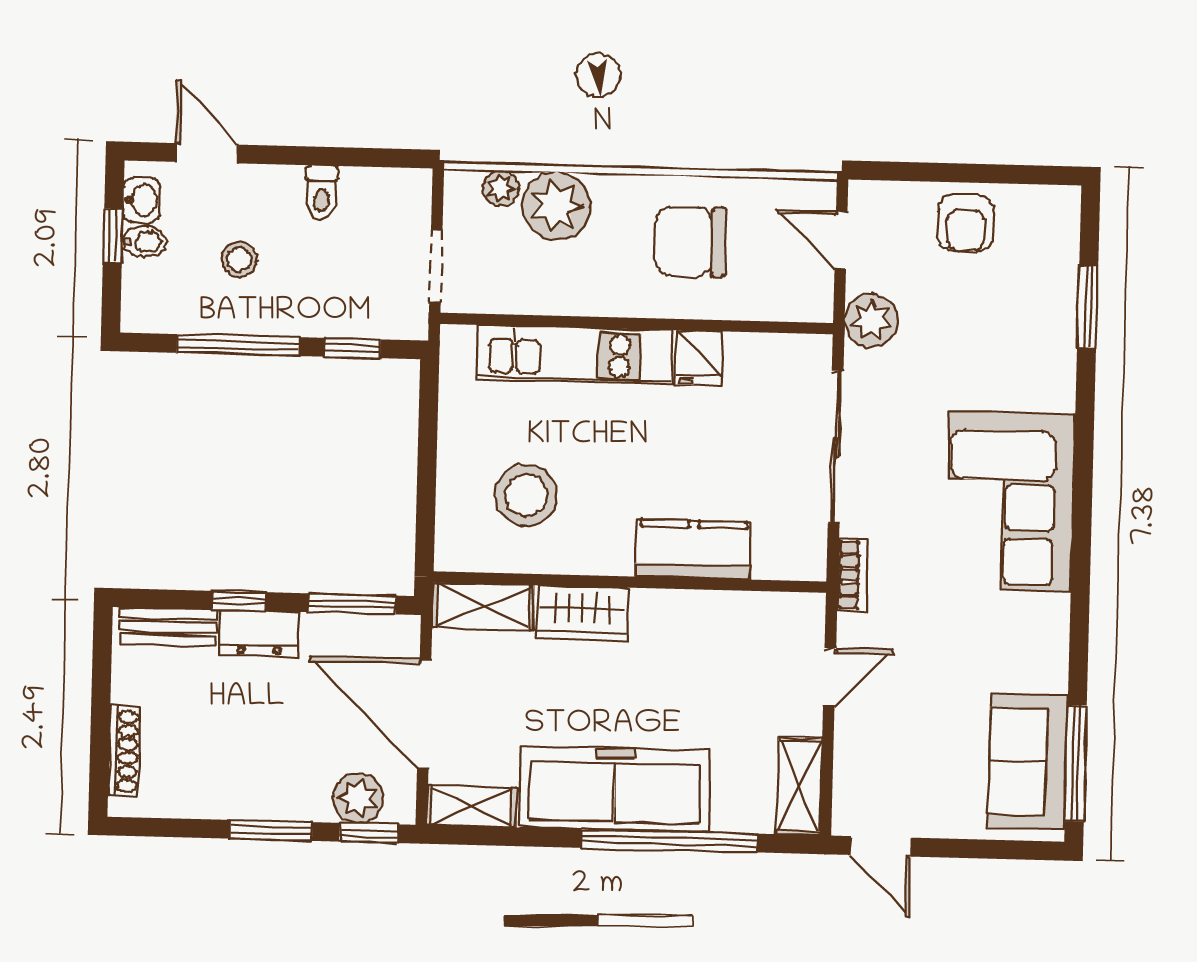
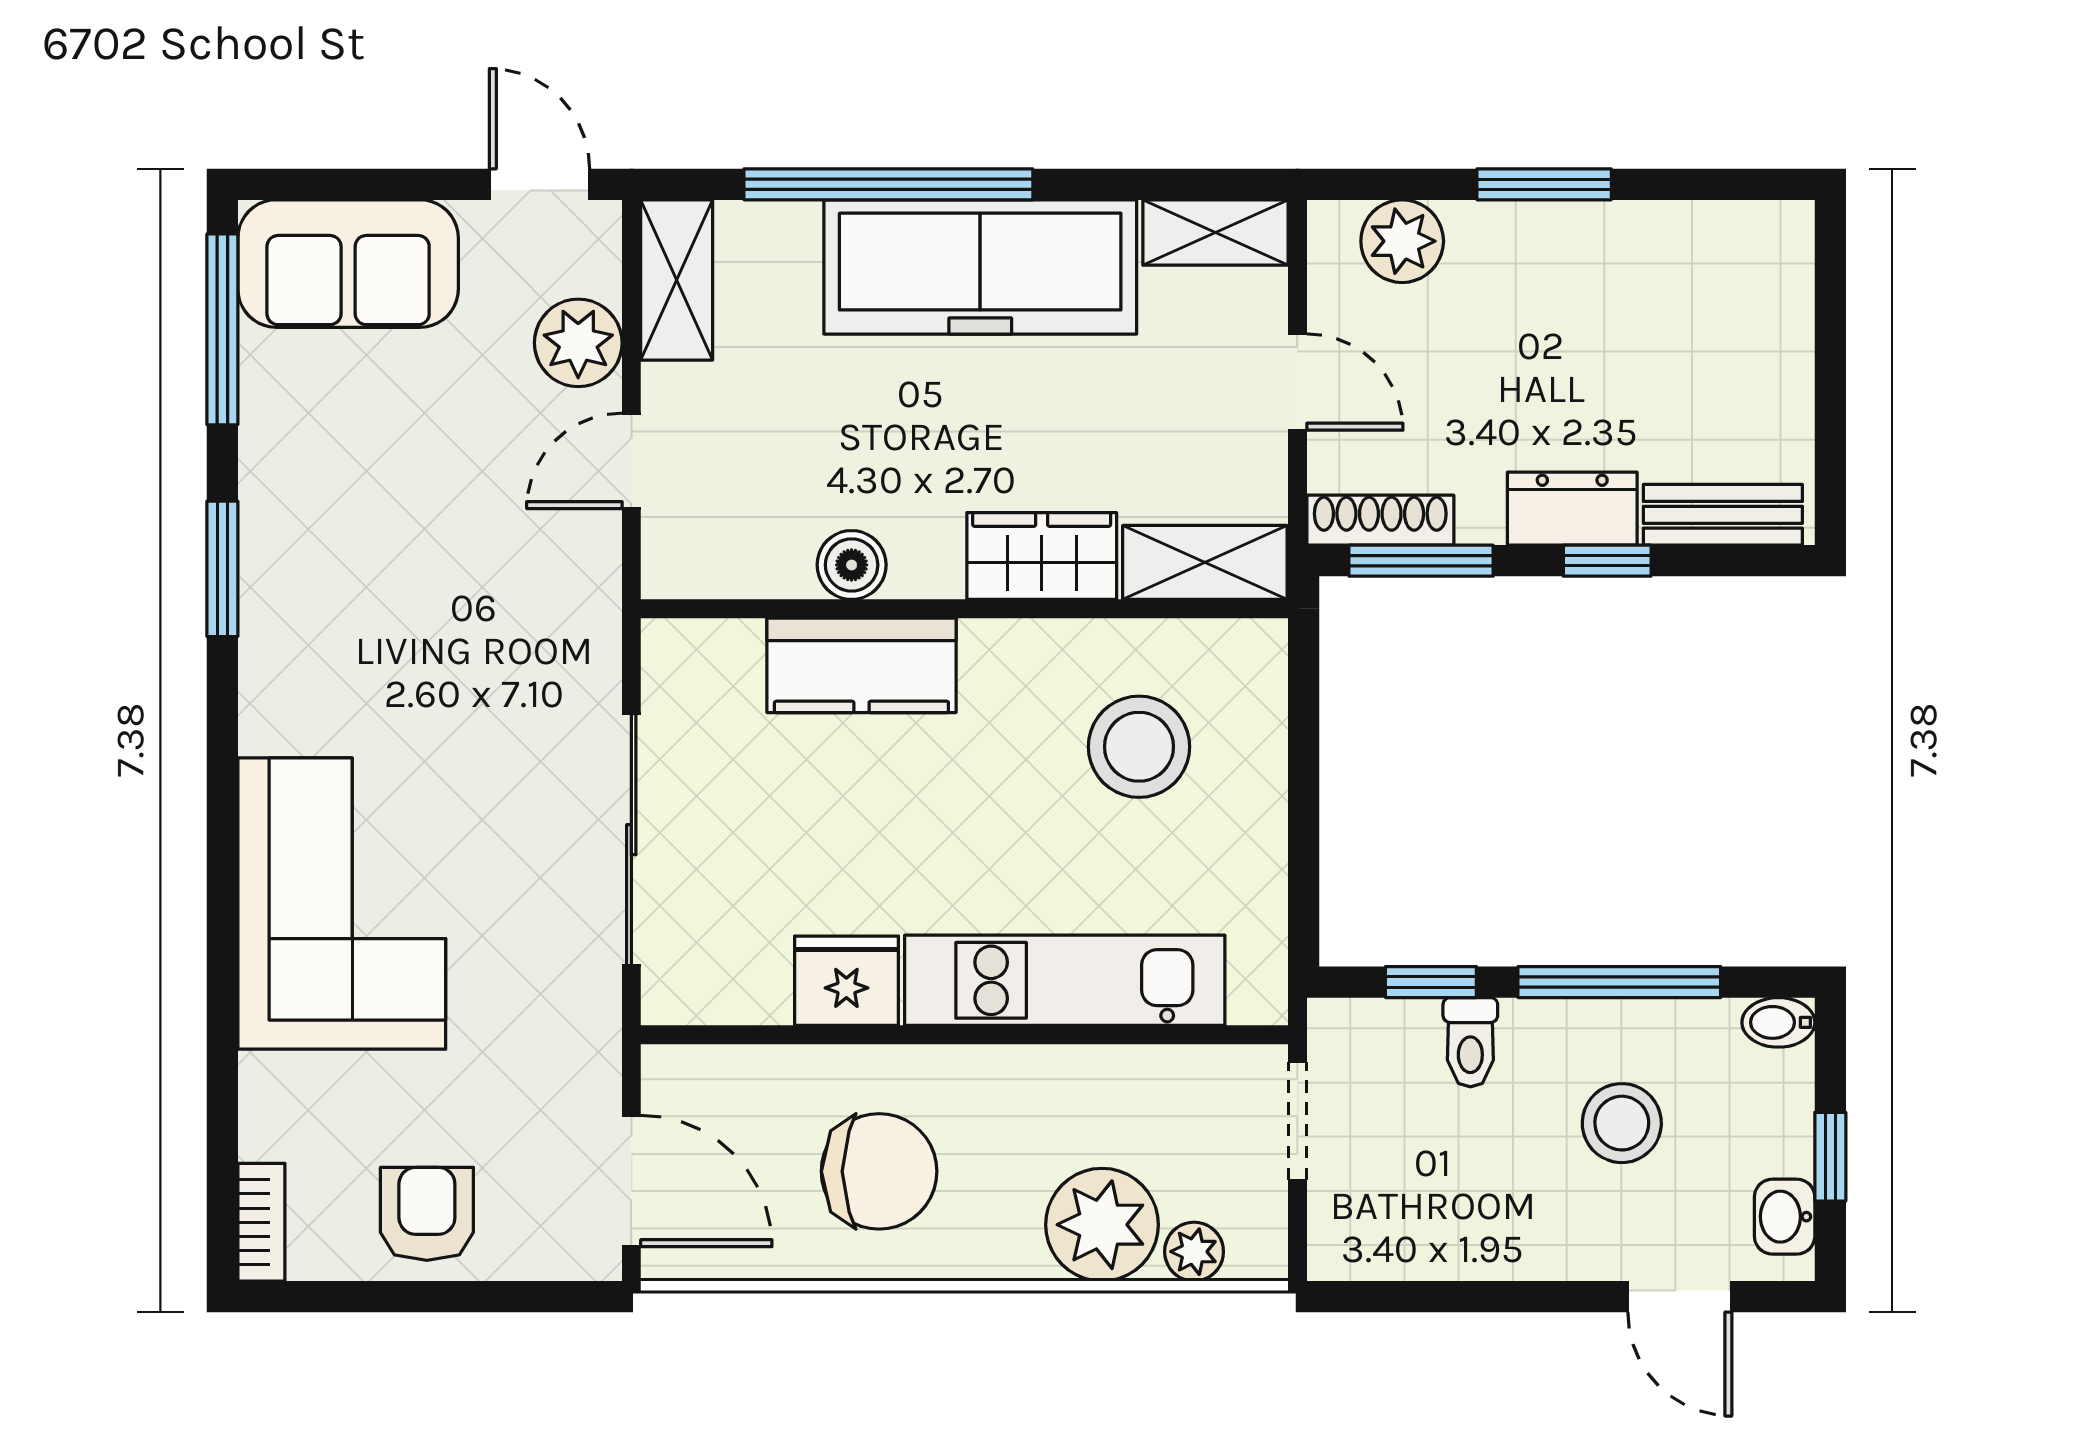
toilet: (322, 193) -> (1470, 1042), moved, turned 180
door: (841, 240) -> (631, 1181), width x1.38
bidet: (144, 242) -> (1778, 1022), moved
stool: (239, 259) -> (1622, 1123), width x1.37, depth x1.37
window: (1088, 307) -> (222, 569), moved
plant: (871, 320) -> (578, 343), moved
fridge: (699, 358) -> (846, 981), width x1.38
corner sofa: (1010, 501) -> (342, 904), moved
bookcase: (852, 575) -> (261, 1222), moved, turned 180
boiler: (698, 610) -> (852, 565), added
door: (424, 714) -> (1297, 382), width x0.53
shoe rack: (124, 751) -> (1380, 520), moved, turned 90
sofa: (1028, 761) -> (348, 264), moved, turned 90
window: (369, 833) -> (1383, 184), removed

